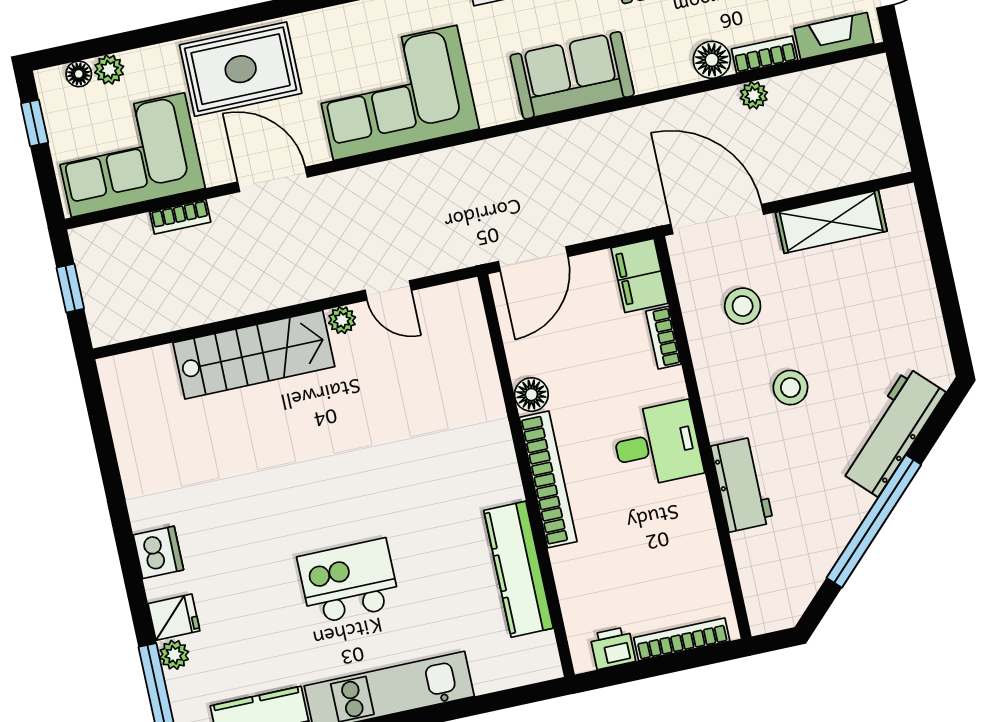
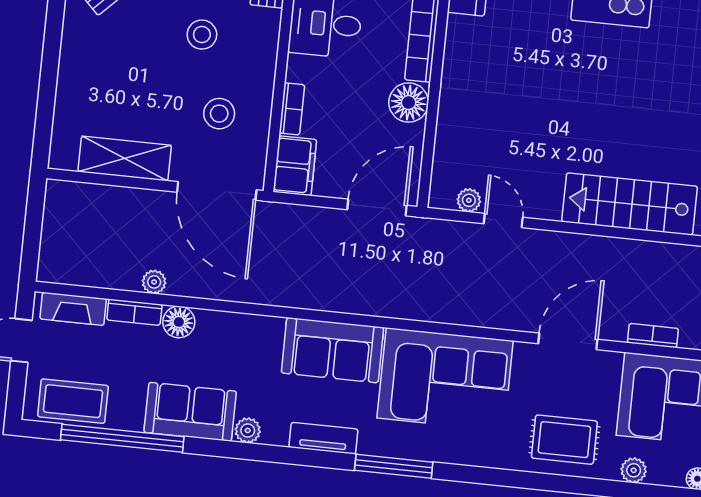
rug: (241, 69) -> (564, 440), width x0.73, depth x0.70
plant: (109, 70) -> (634, 470), moved
sofa: (572, 75) -> (332, 350), moved
door: (272, 179) -> (568, 341), swing flipped
plant: (342, 320) -> (469, 200), moved
floor lamp: (531, 395) -> (409, 103), width x1.38, depth x1.38

